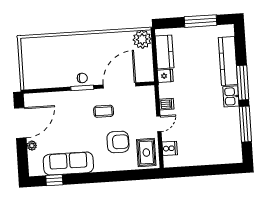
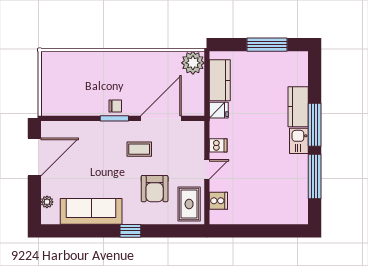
kitchen counter: (228, 61) -> (298, 107), width x0.67
armchair: (118, 142) -> (155, 189), turned 90
plant: (32, 146) -> (47, 202), moved
window: (54, 180) -> (130, 231), moved

